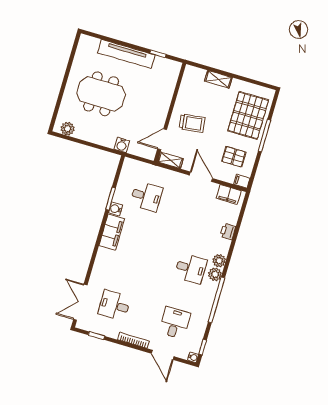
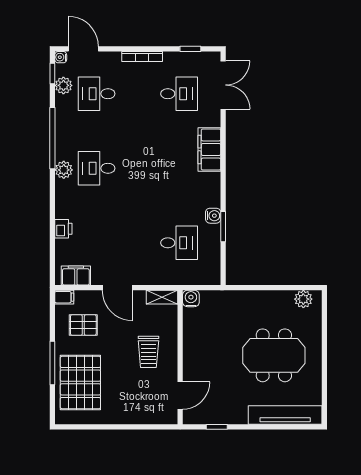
tv unit: (126, 54) -> (285, 415), moved
shelving: (218, 79) -> (131, 417), removed
trolley: (192, 123) -> (148, 352), turned -83
door: (162, 139) -> (180, 395), moved
water cooler: (122, 145) -> (191, 298), moved
desk: (146, 196) -> (179, 243), turned 180
filing cabinet: (112, 232) -> (209, 149), moved
plant: (219, 261) -> (63, 85), moved
desk: (175, 323) -> (97, 94), turned 90
door: (163, 355) -> (83, 49), moved

